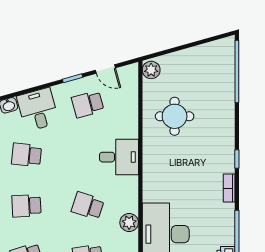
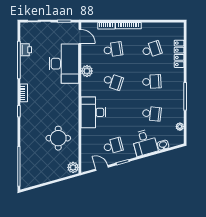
desk: (119, 157) -> (93, 112), width x1.37

